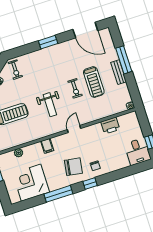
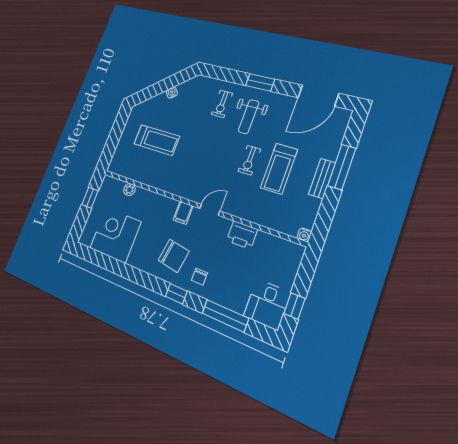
door: (85, 30) -> (318, 96), hinge flipped
exercise bike: (15, 70) -> (222, 104), moved
weight bench: (50, 105) -> (249, 117), moved
printer: (110, 126) -> (242, 235), moved
filing cabinet: (47, 146) -> (183, 213), moved
window: (58, 194) -> (225, 316), moved

